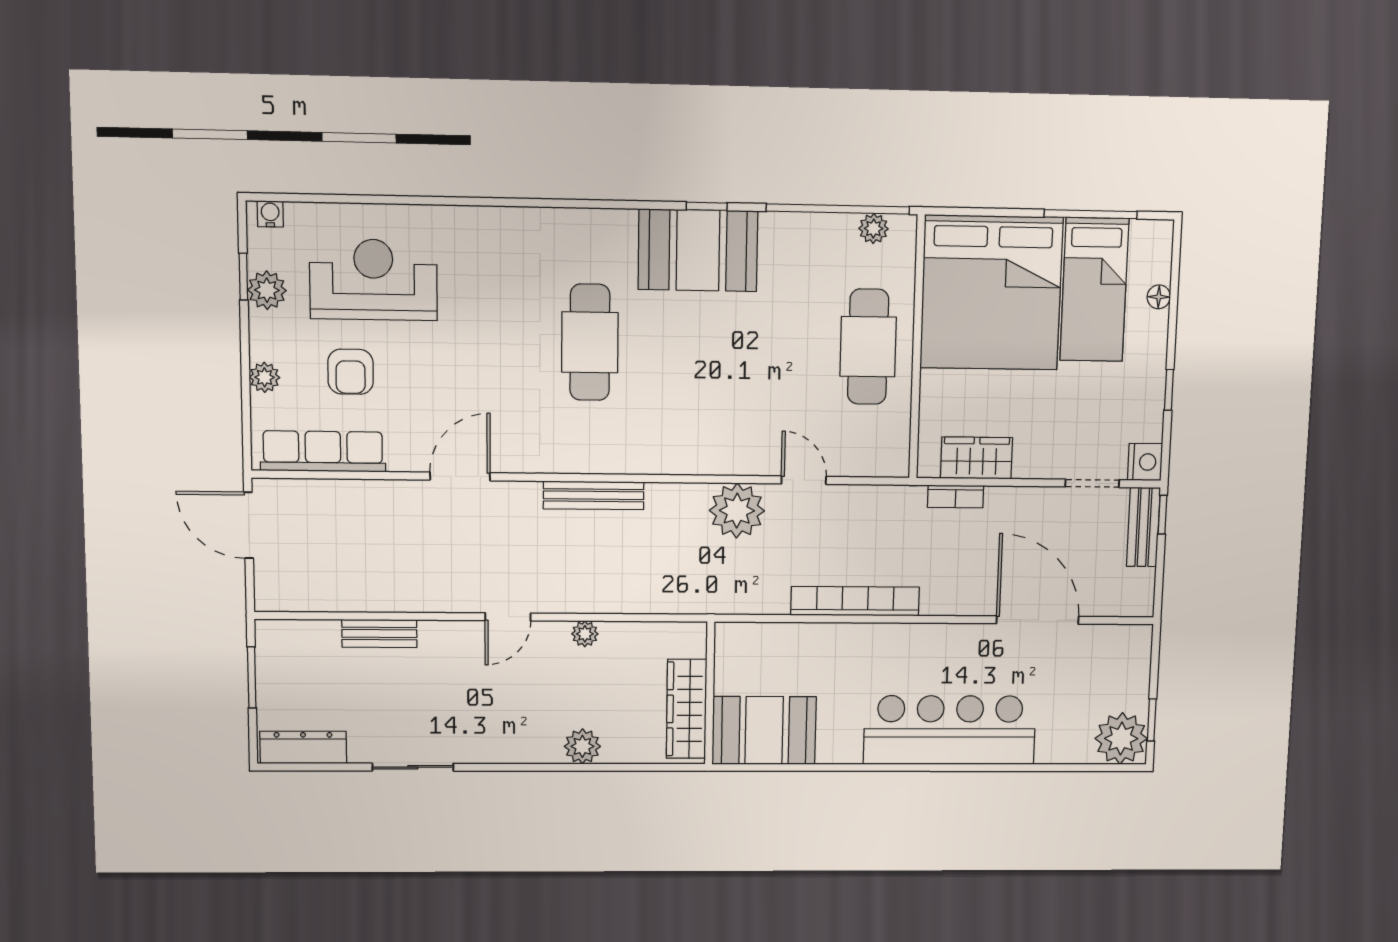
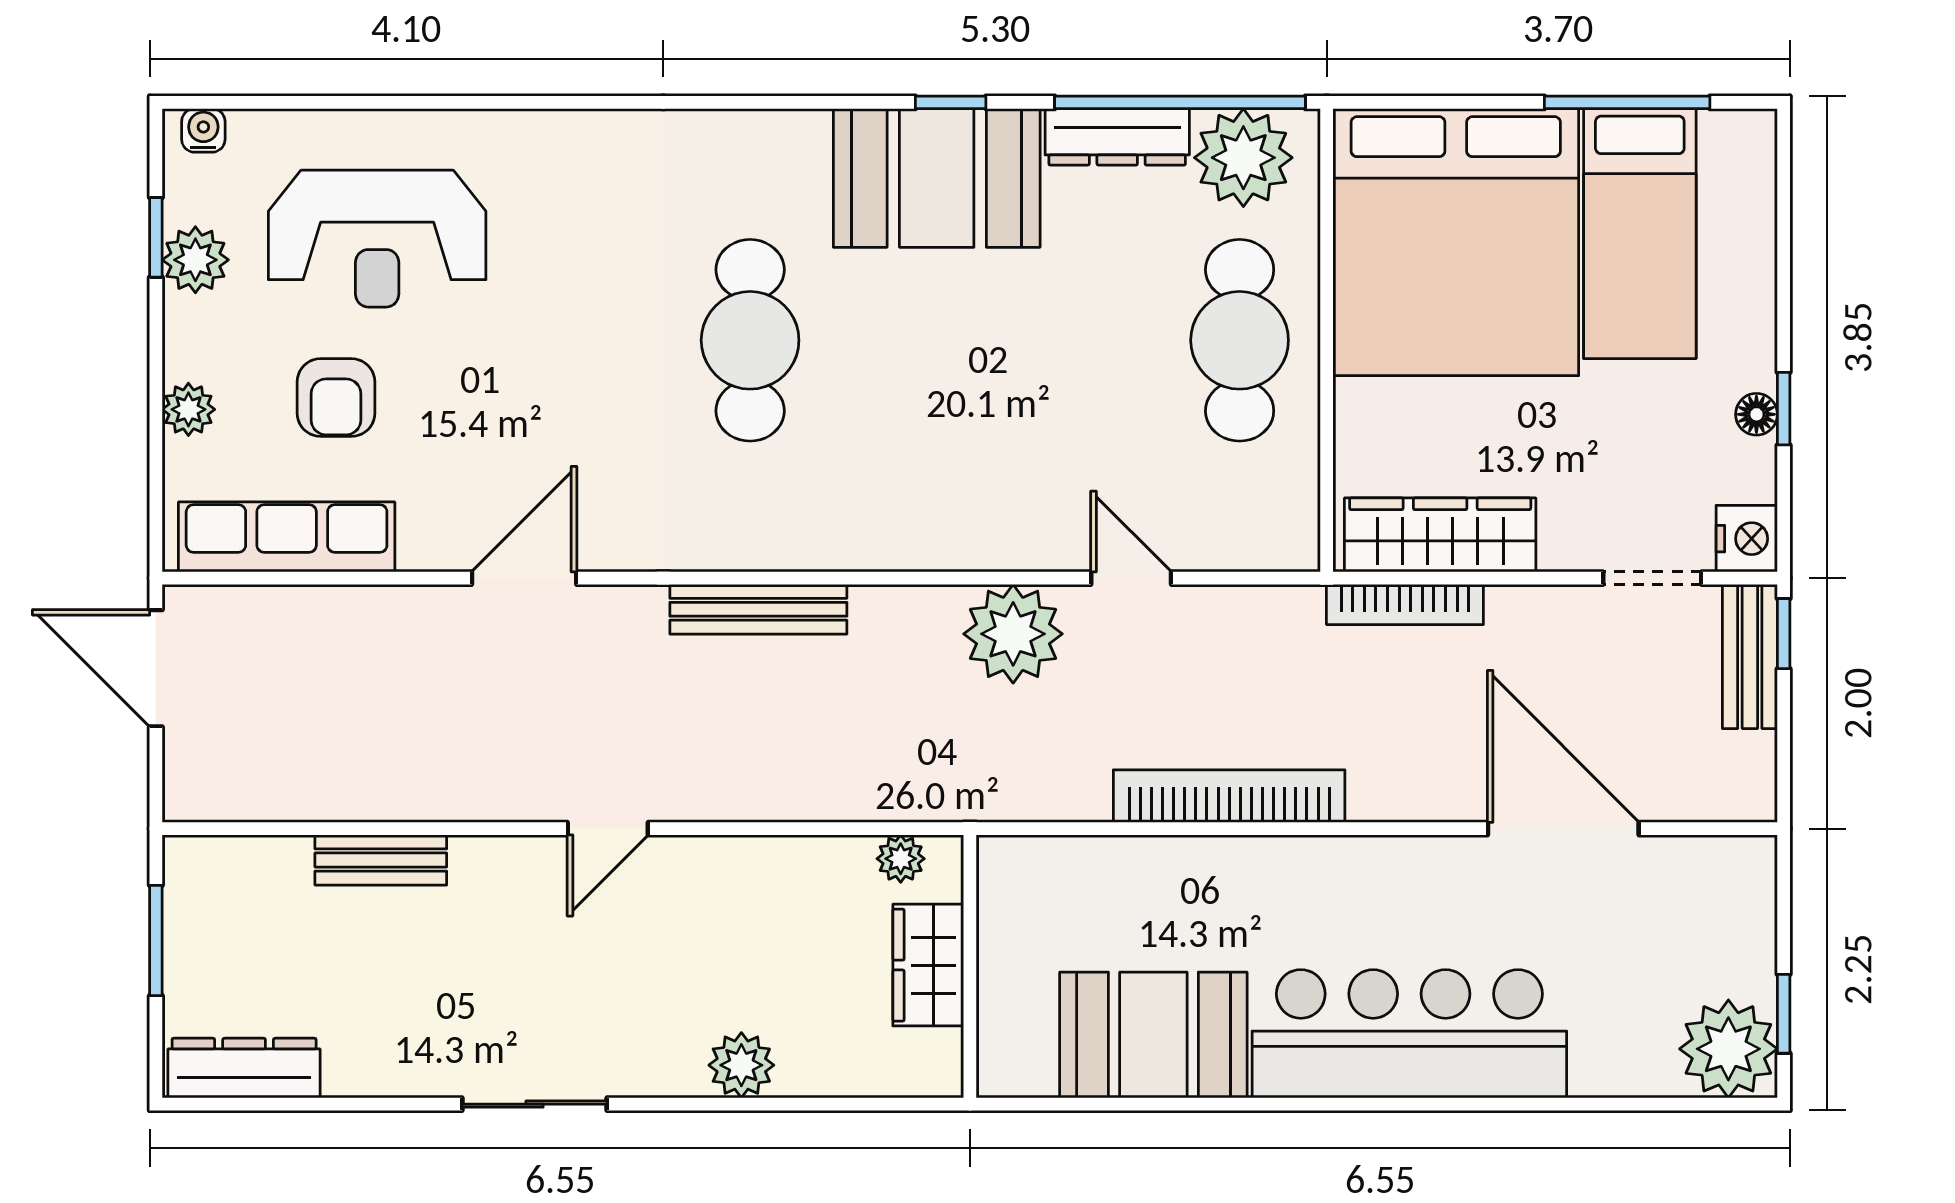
dresser: (802, 228) -> (1117, 137), added
plant: (874, 229) -> (1243, 158), width x1.88, depth x1.88
reception desk: (373, 280) -> (377, 239), turned 180
floor lamp: (1159, 297) -> (1756, 414), moved
wardrobe: (976, 458) -> (1440, 535), width x1.50
bookcase: (956, 496) -> (1405, 605), width x1.56
plant: (585, 634) -> (901, 859), moved
wardrobe: (686, 709) -> (928, 965), width x0.67
booth: (764, 730) -> (1153, 1035), moved
sliding door: (413, 767) -> (535, 1104), moved

